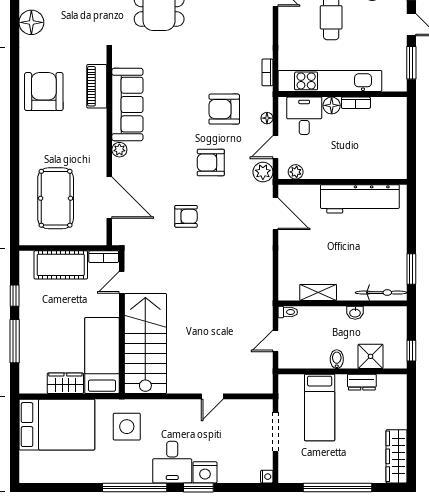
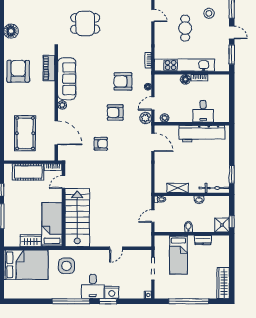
desk: (304, 116) -> (203, 111), moved, turned 180
shower: (371, 356) -> (222, 225), moved

